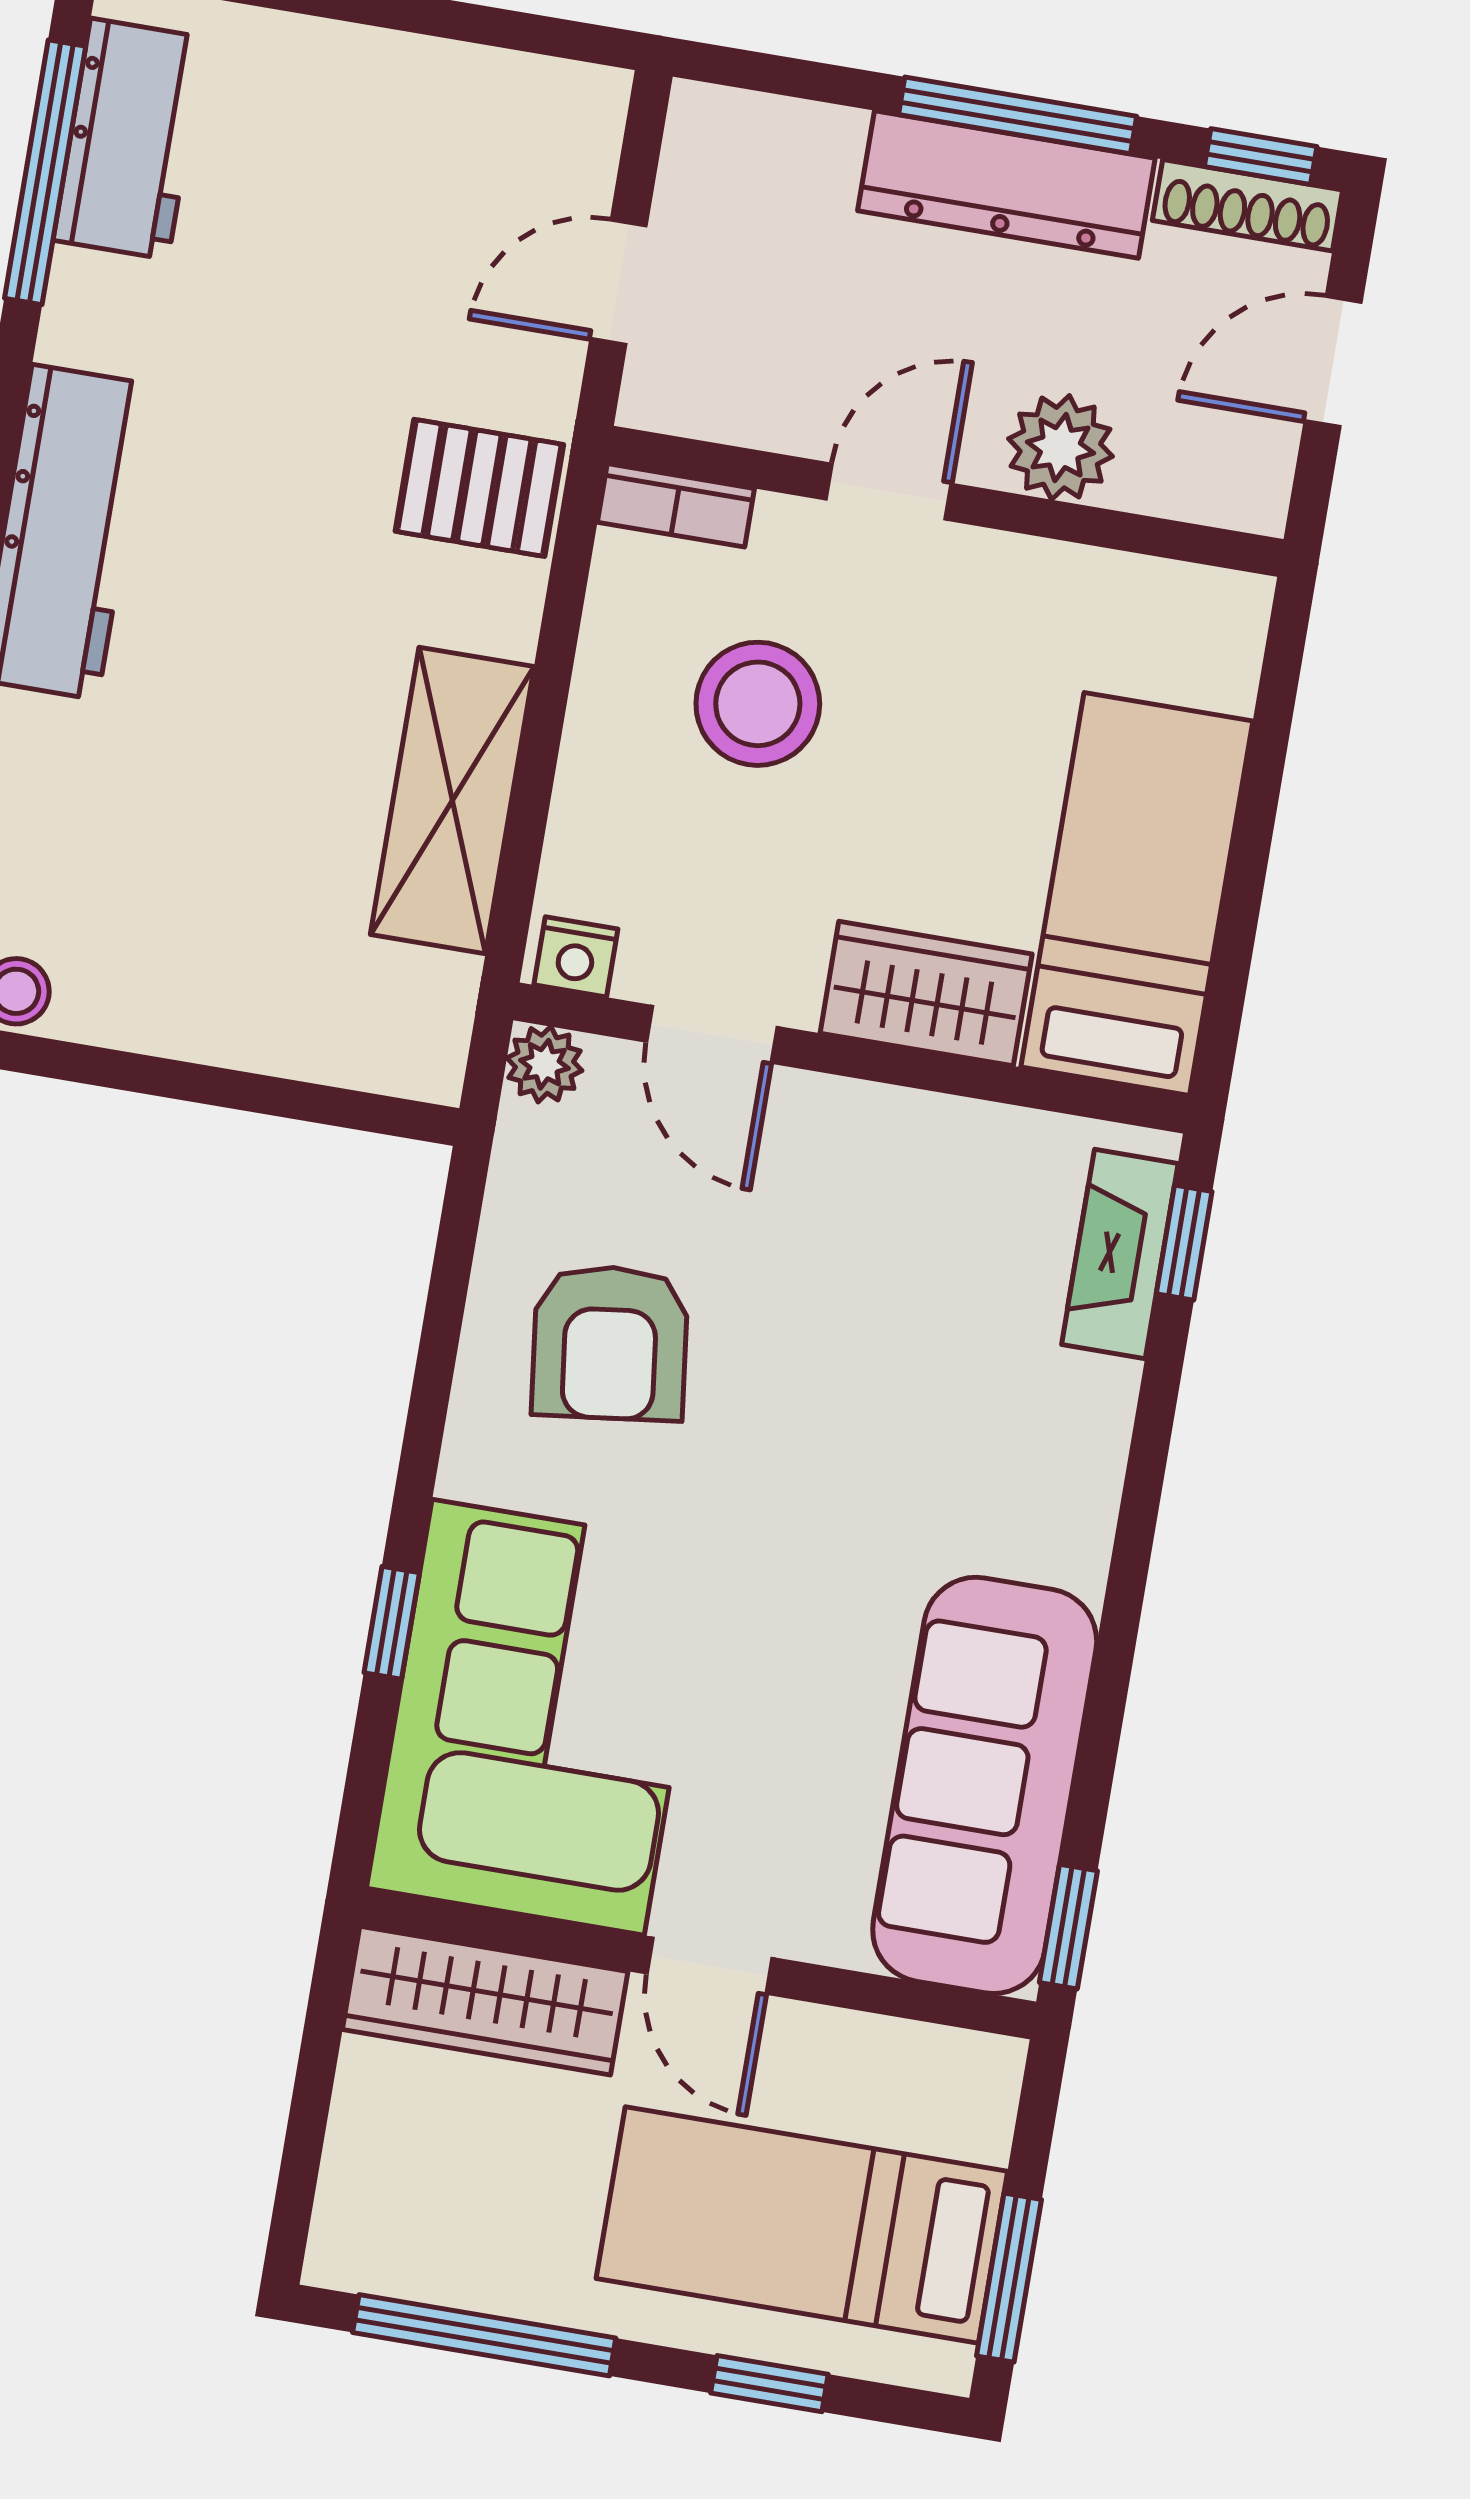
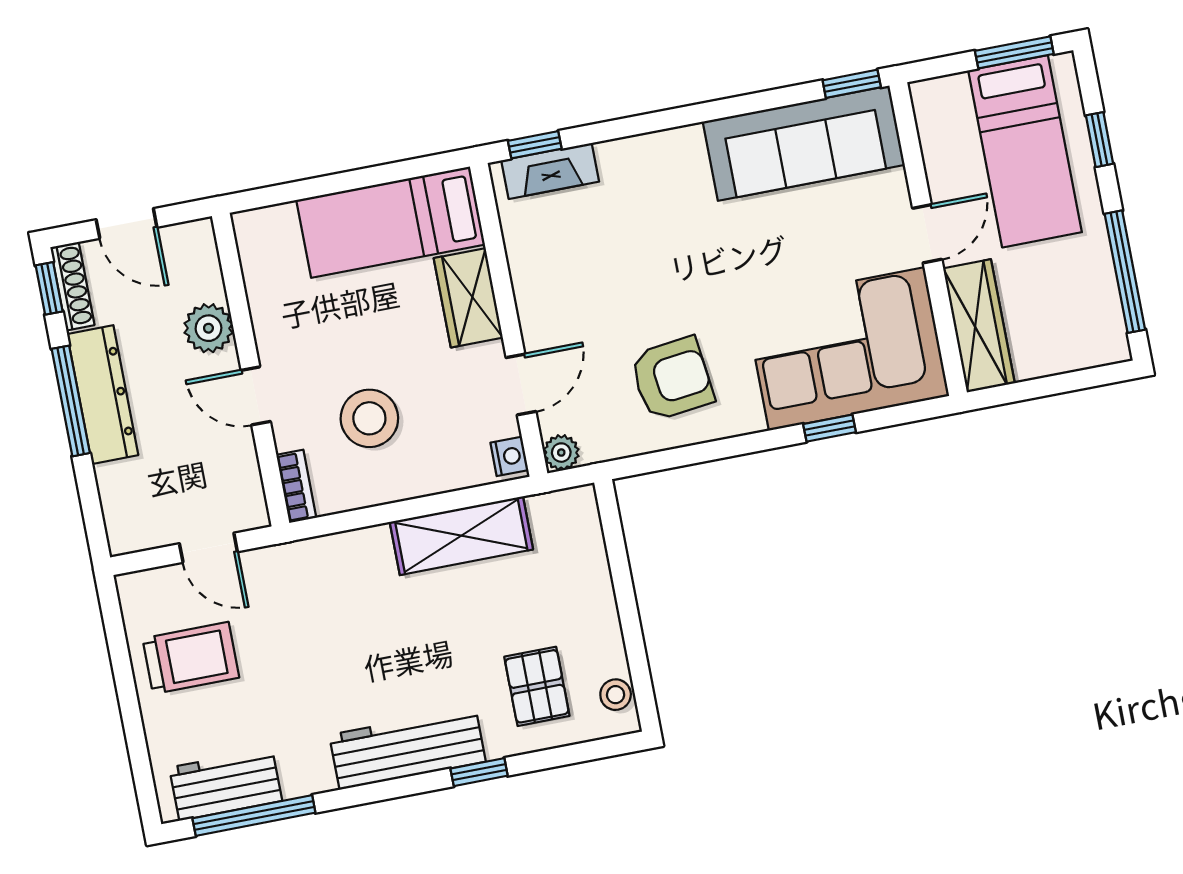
trolley: (410, 164) -> (191, 658), added
pallet: (479, 488) -> (537, 686), moved

